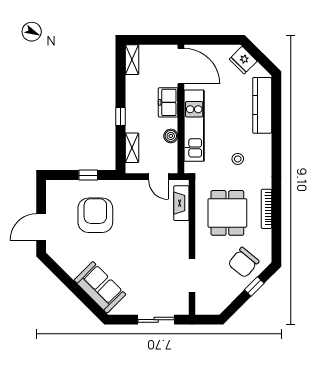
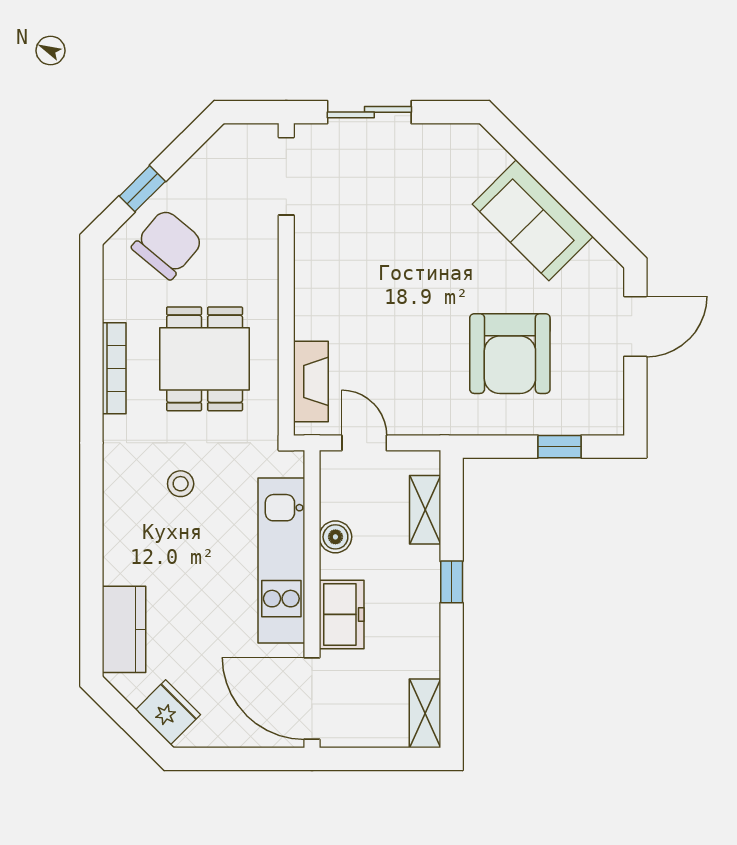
kitchen counter: (262, 105) -> (124, 629), width x0.67
window: (88, 175) -> (560, 447), moved
doorway: (192, 275) -> (286, 176), moved
sofa: (100, 287) -> (533, 220), moved

